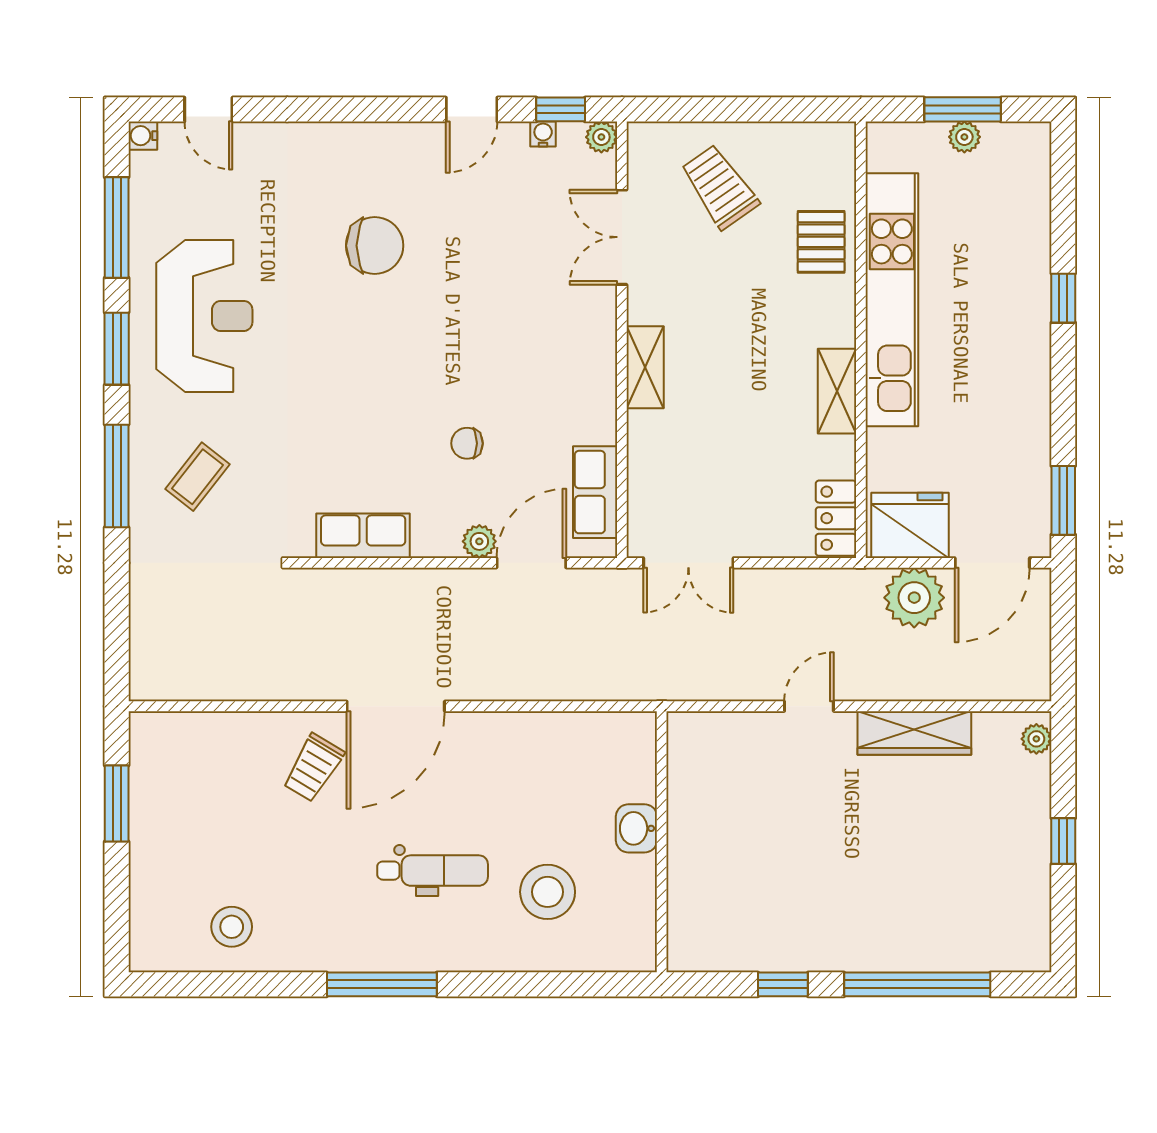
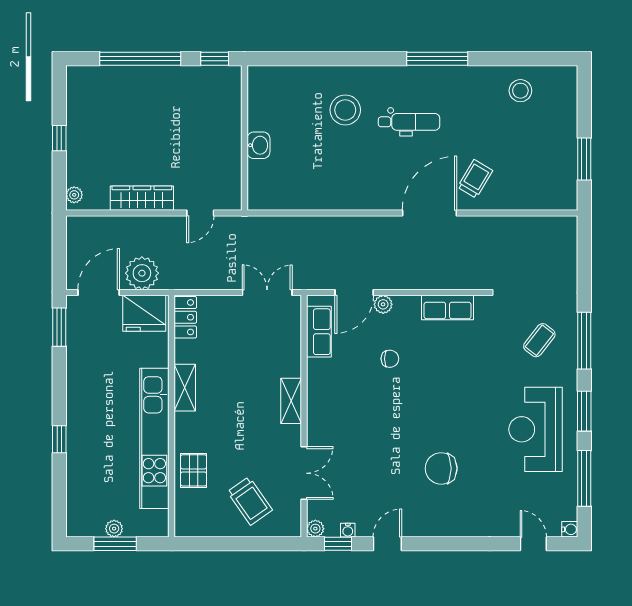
washbasin: (636, 828) -> (258, 145), moved
wall: (662, 842) -> (244, 138), moved
dental chair: (433, 871) -> (409, 122), turned 180

